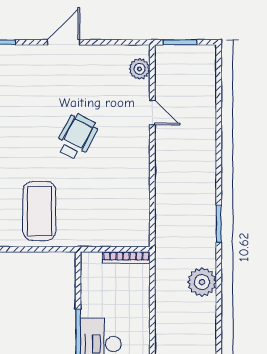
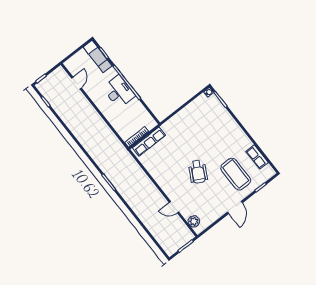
coffee table: (39, 211) -> (236, 174), moved
row of seats: (114, 237) -> (149, 142), added
plant: (202, 282) -> (96, 152), removed

